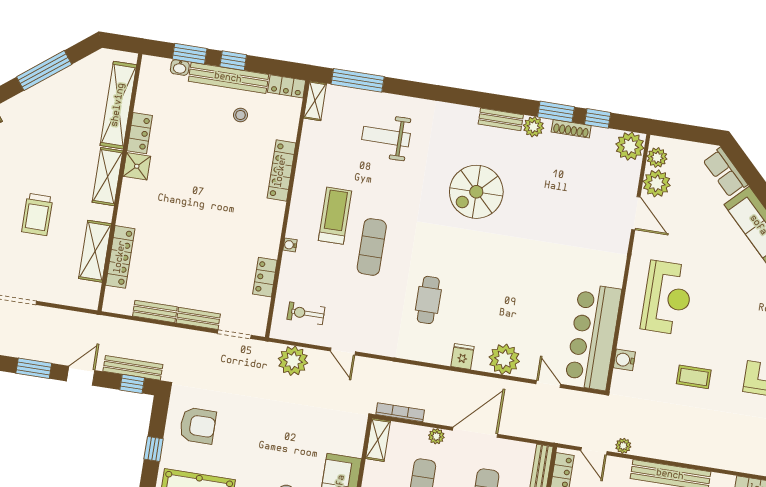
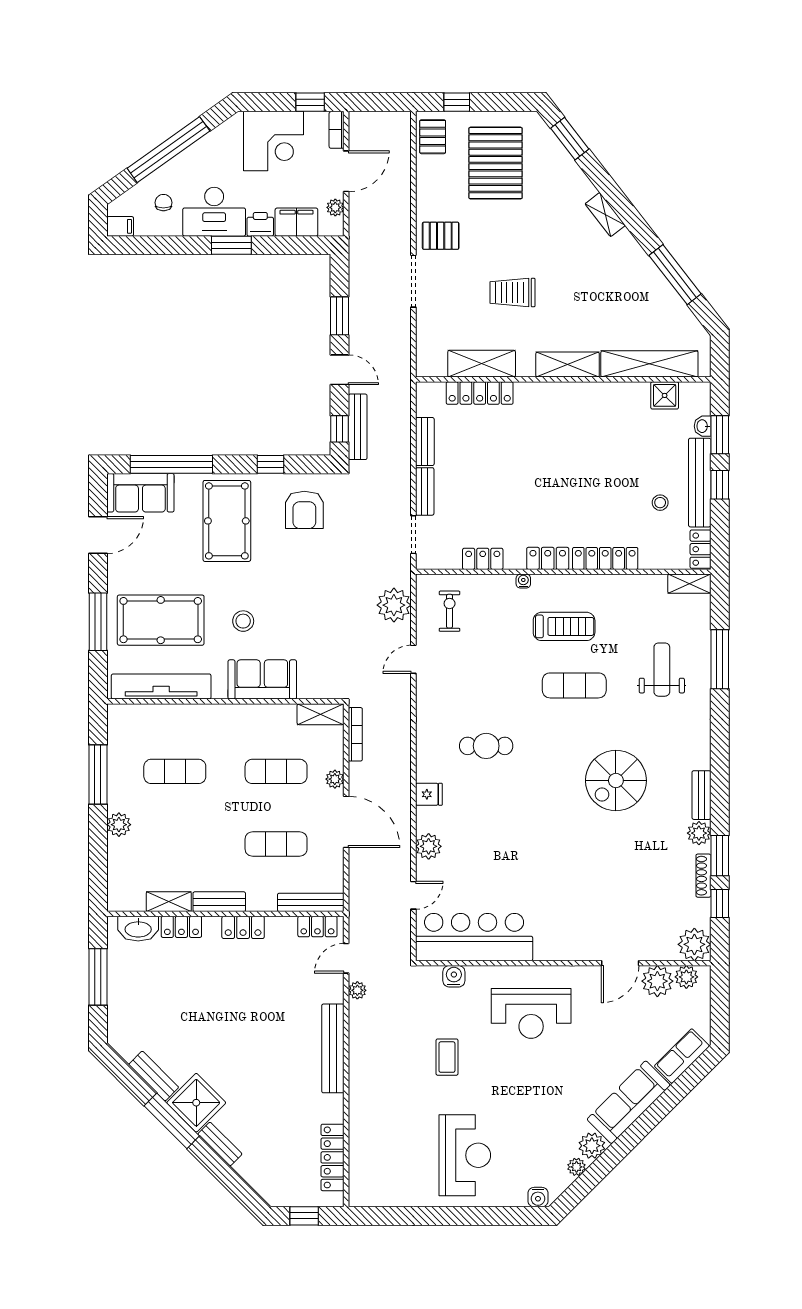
window: (358, 80) -> (720, 659), moved
locker: (140, 133) -> (548, 558), moved, turned 180
shower: (137, 166) -> (665, 395), moved
spiral stairs: (476, 192) -> (616, 781), turned -90
exercise mat: (372, 247) -> (574, 685), moved
plant: (504, 359) -> (429, 846), width x0.73, depth x0.73

